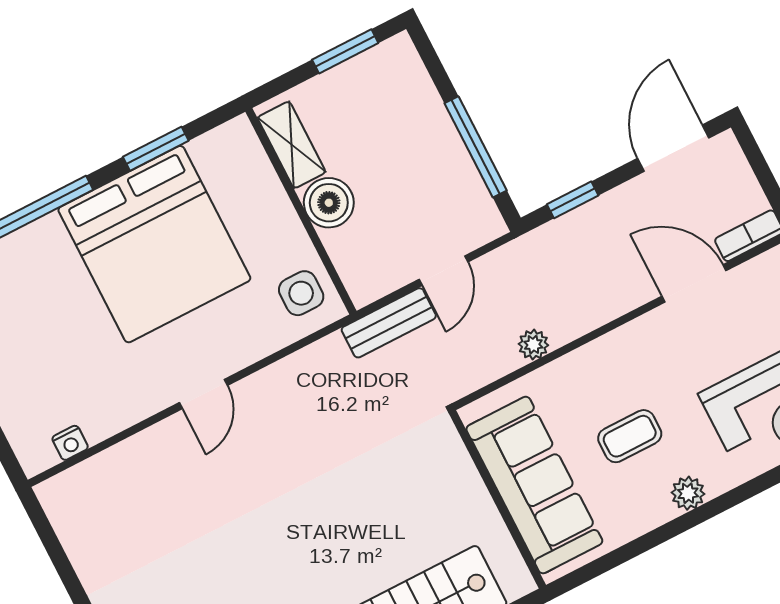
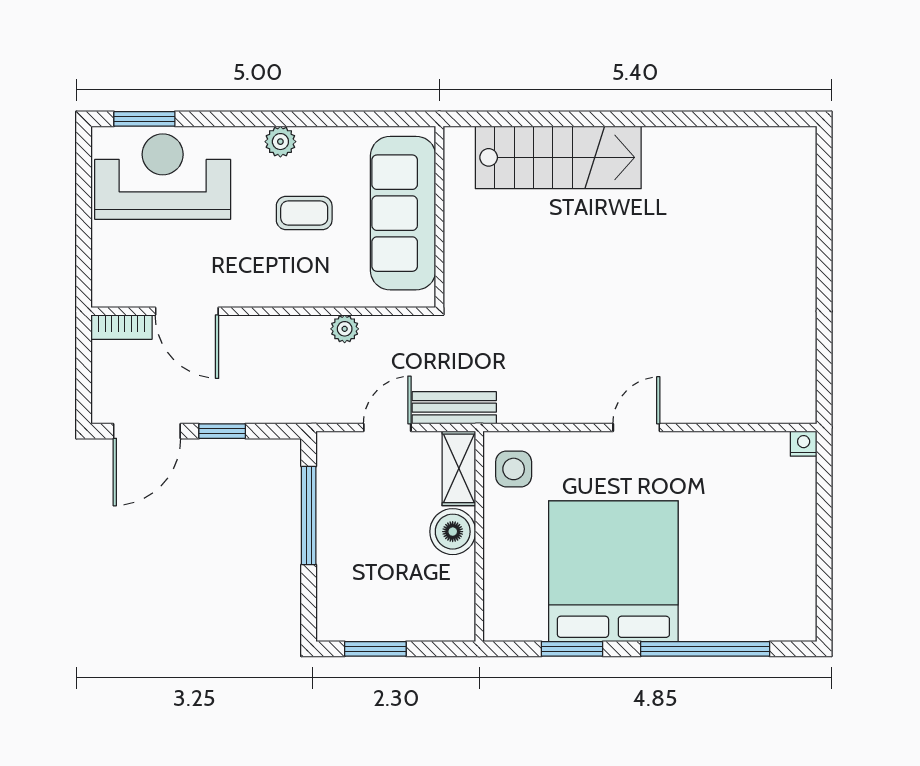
shelving: (292, 145) -> (459, 468), moved
window: (573, 200) -> (222, 431), moved
nightstand: (70, 443) -> (804, 444), moved

